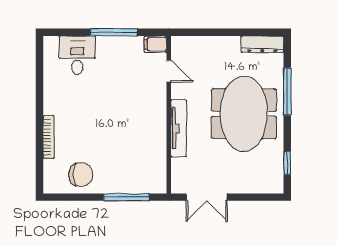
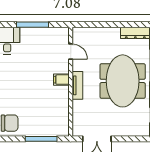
filing cabinet: (156, 44) -> (61, 80), moved
tv unit: (179, 128) -> (77, 85), width x0.71

